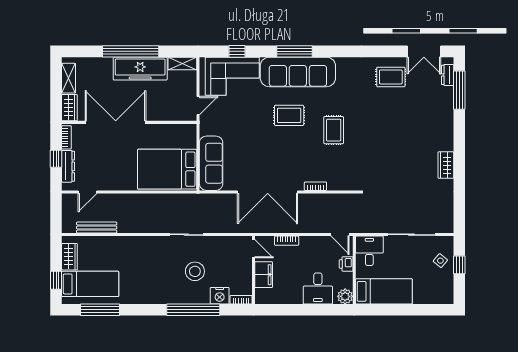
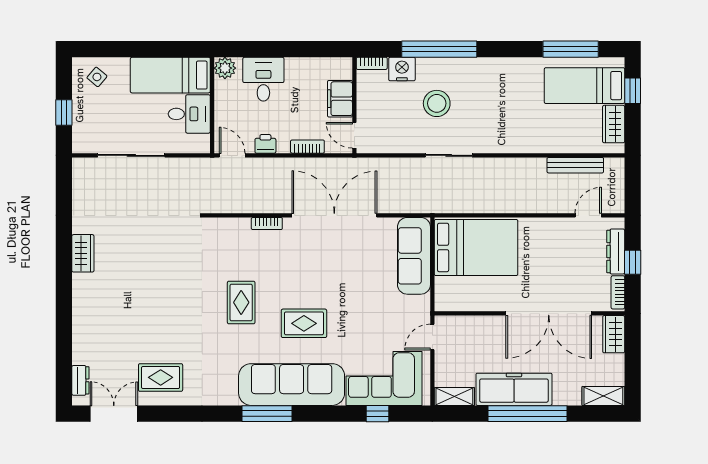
window: (294, 51) -> (267, 414), moved
shelving: (69, 78) -> (603, 396), moved, turned 90
window: (459, 90) -> (64, 359), removed
desk: (369, 251) -> (189, 114), moved, turned -90
side table: (440, 261) -> (97, 77), moved
printer: (346, 264) -> (265, 144), moved, turned -90

